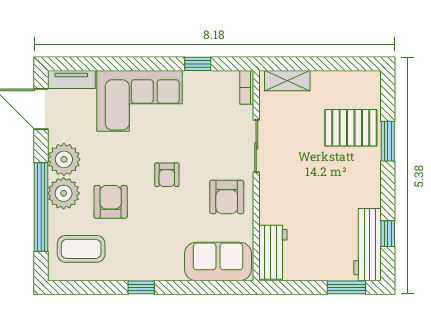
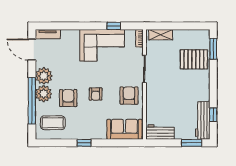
corner sofa: (139, 101) -> (102, 45), moved
window: (388, 141) -> (213, 49), moved
armchair: (167, 175) -> (96, 94), moved
armchair: (227, 197) -> (129, 96), turned 180
workbench: (273, 252) -> (160, 132), moved, turned -90

